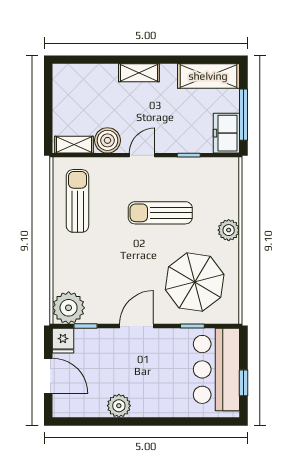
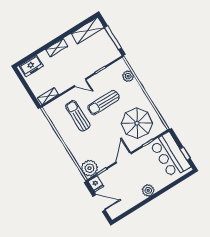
freezer: (226, 133) -> (31, 66), moved, turned -90
boiler: (107, 140) -> (61, 85), removed
door: (142, 155) -> (80, 83), swing flipped
sun lounger: (77, 201) -> (78, 116), moved
plant: (229, 230) -> (128, 76), moved
plant: (119, 406) -> (148, 190), moved

